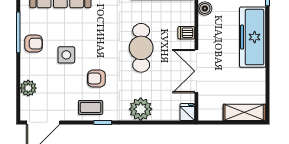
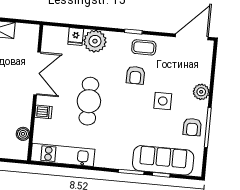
armchair: (34, 44) -> (192, 127), moved, turned -90
armchair: (96, 78) -> (135, 75), turned 90
plant: (28, 88) -> (201, 92), moved
fridge: (187, 112) -> (76, 37), moved

